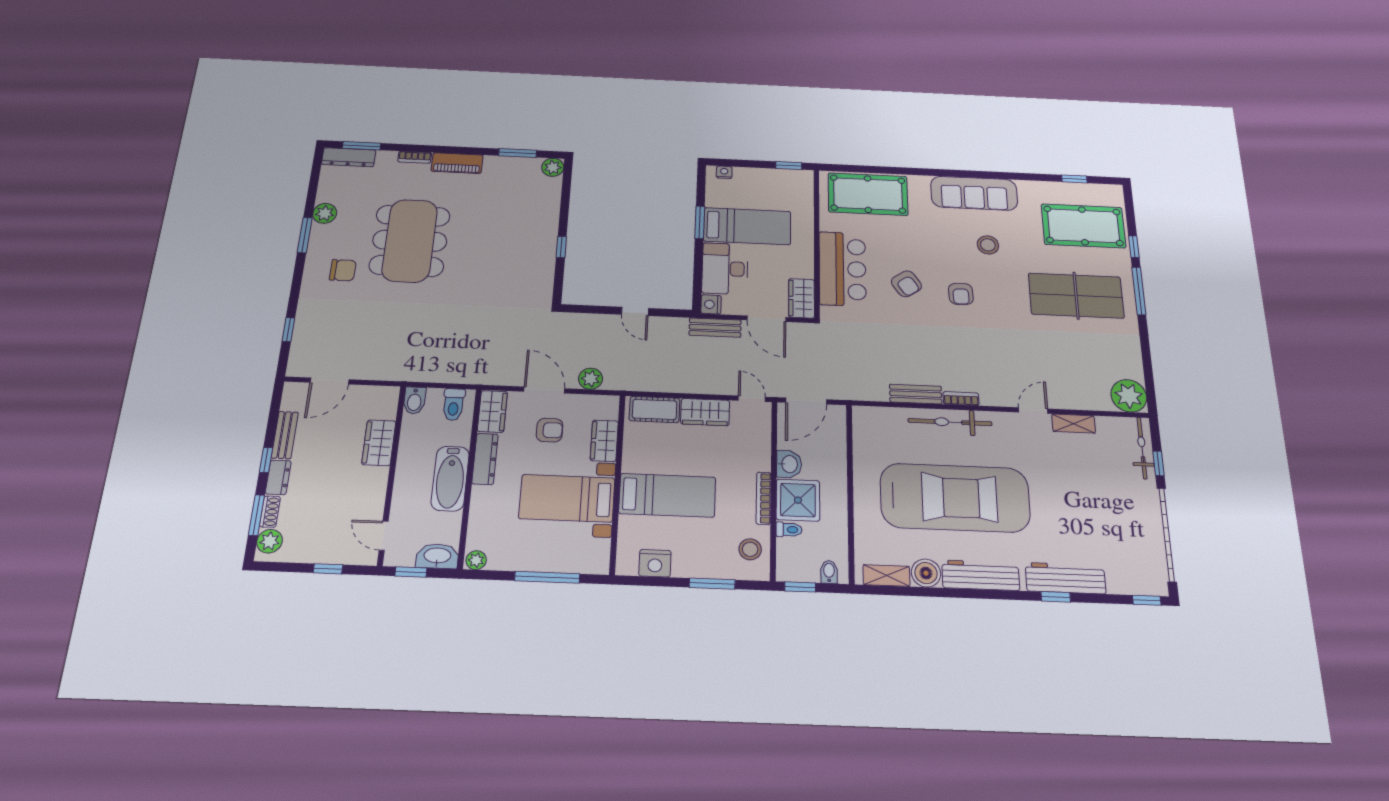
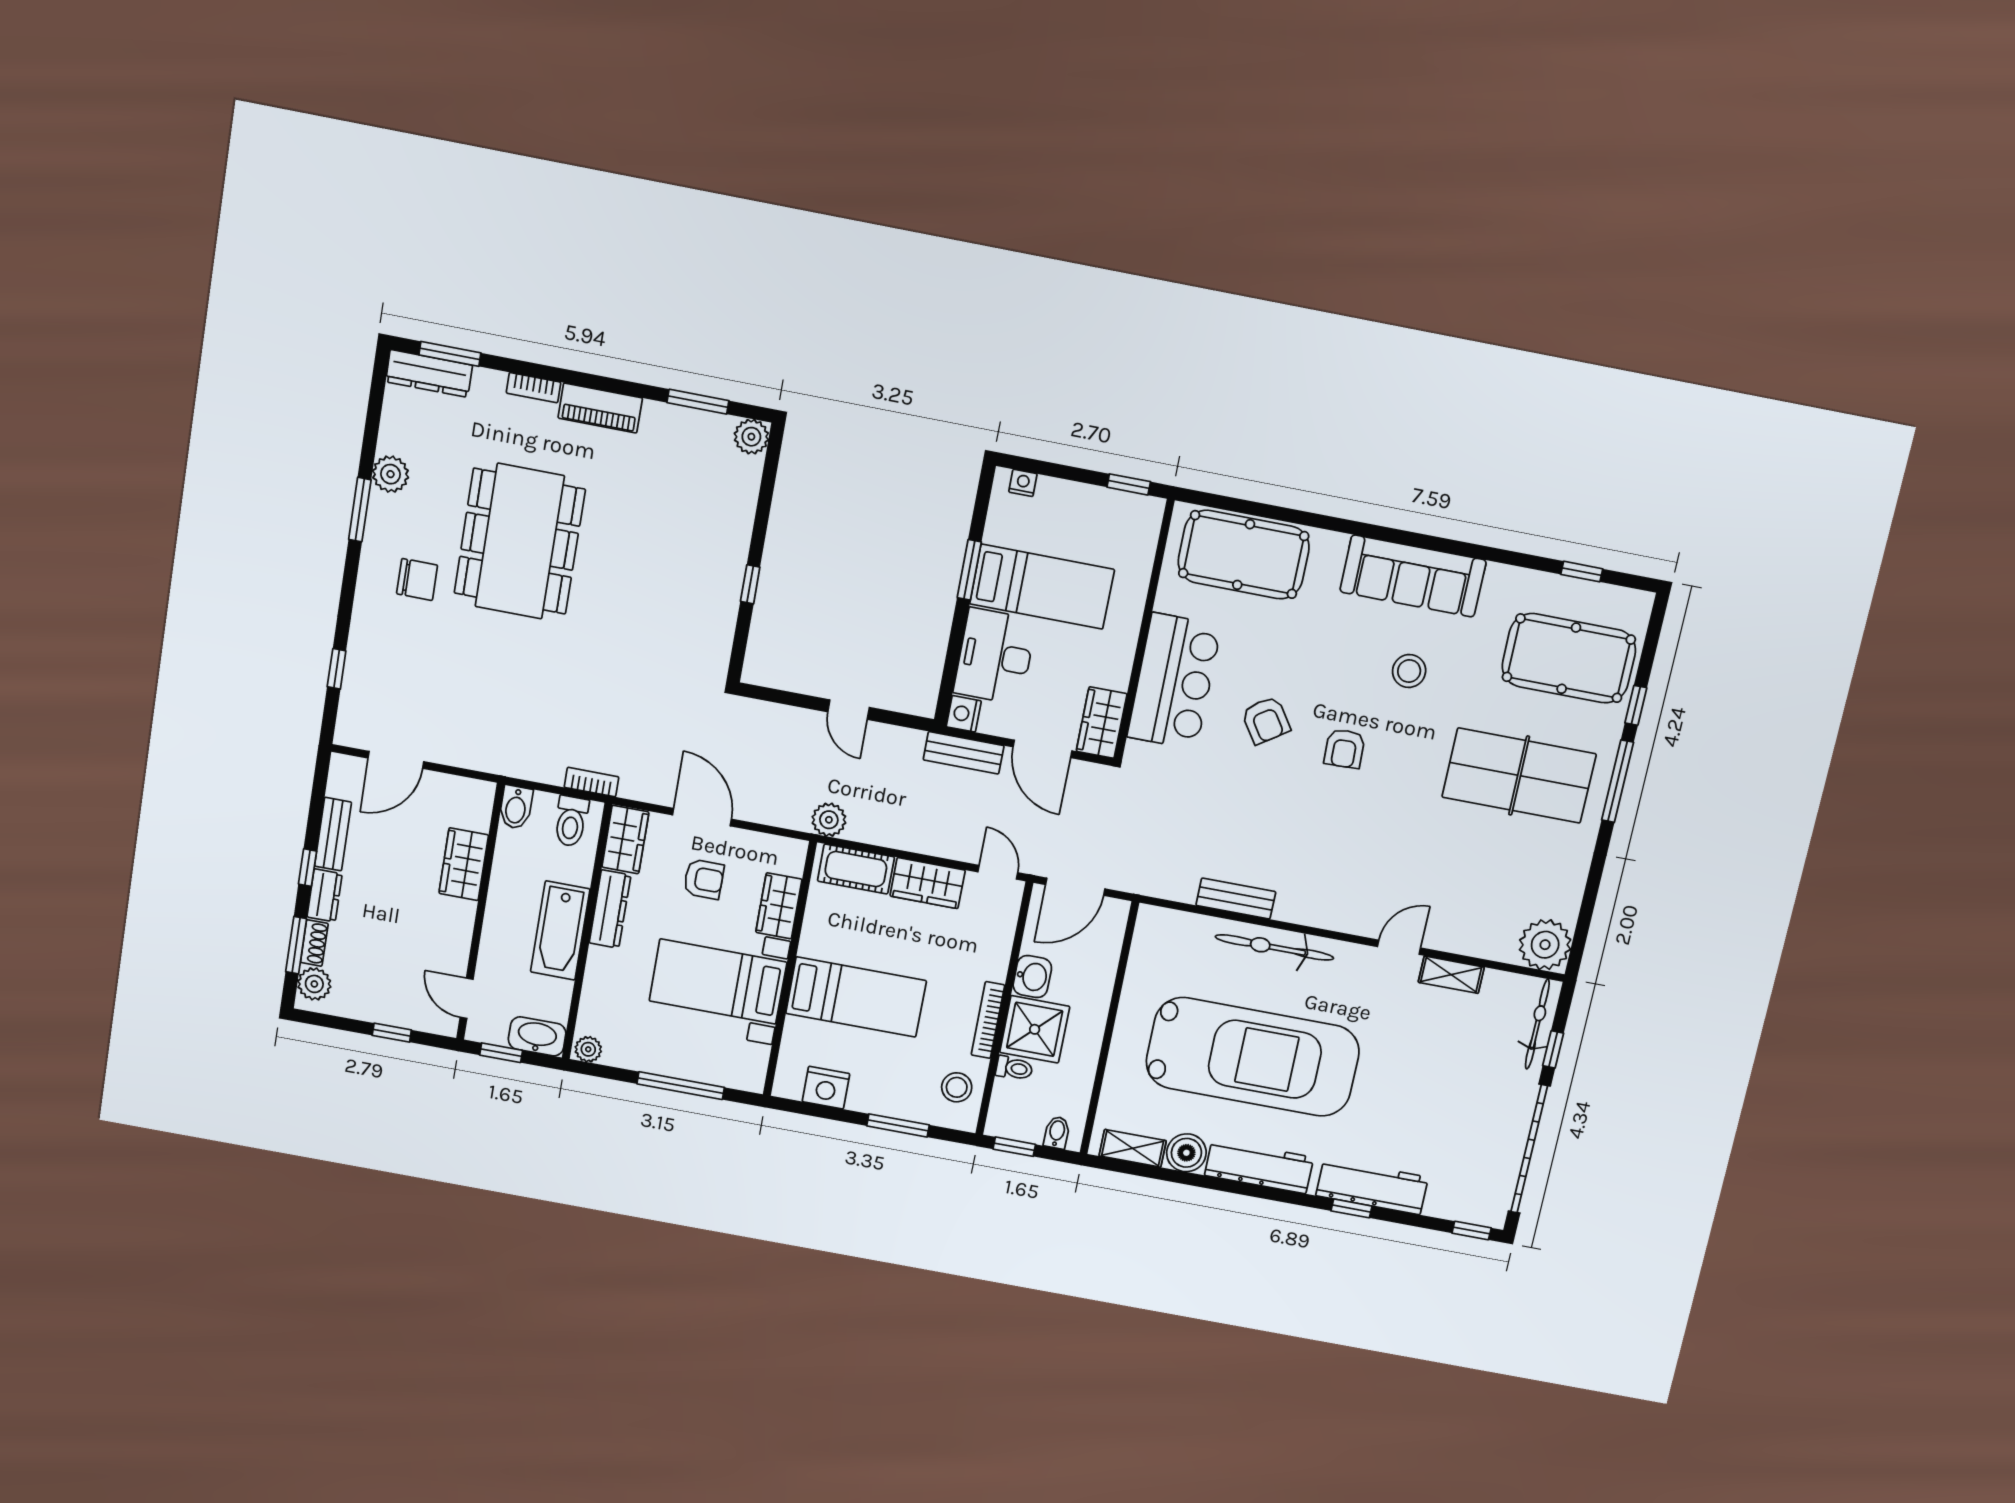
plant: (591, 379) -> (829, 820), moved
bookcase: (961, 399) -> (591, 782), moved

